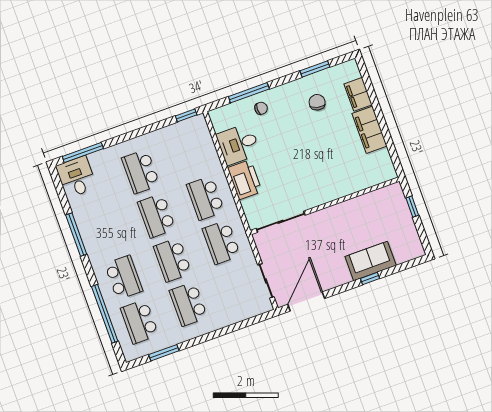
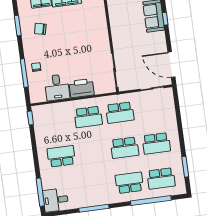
school desk: (141, 172) -> (61, 156), turned 180
school desk: (157, 216) -> (93, 152), removed

